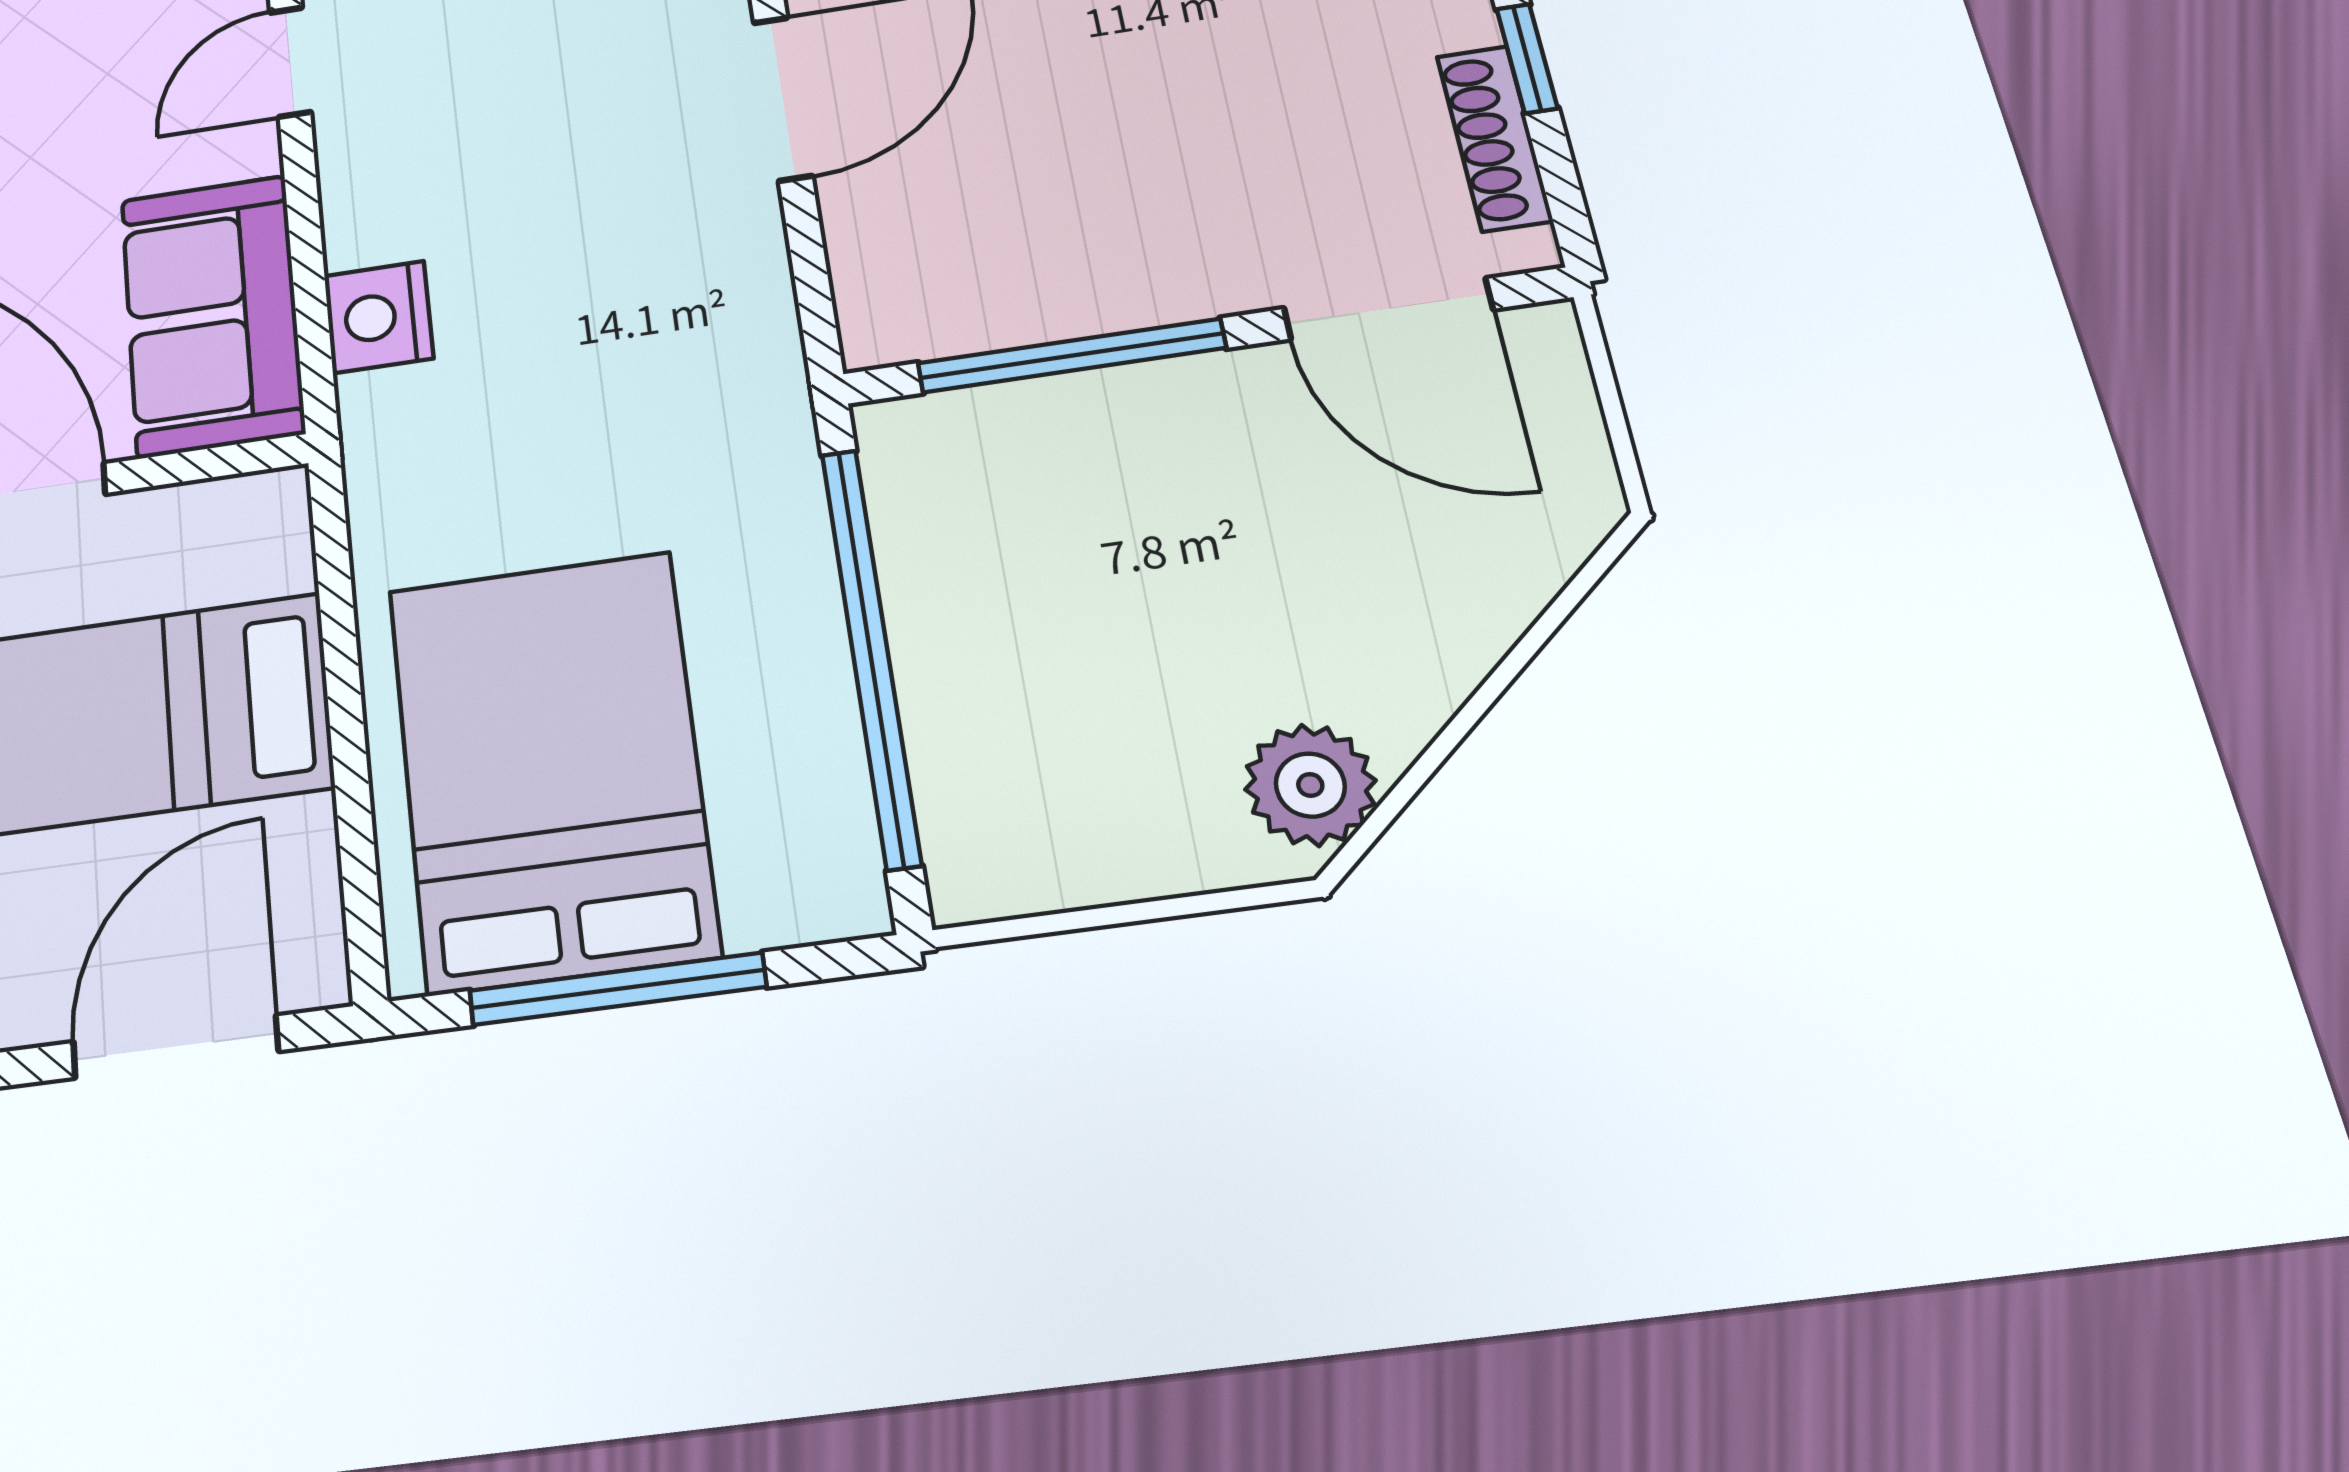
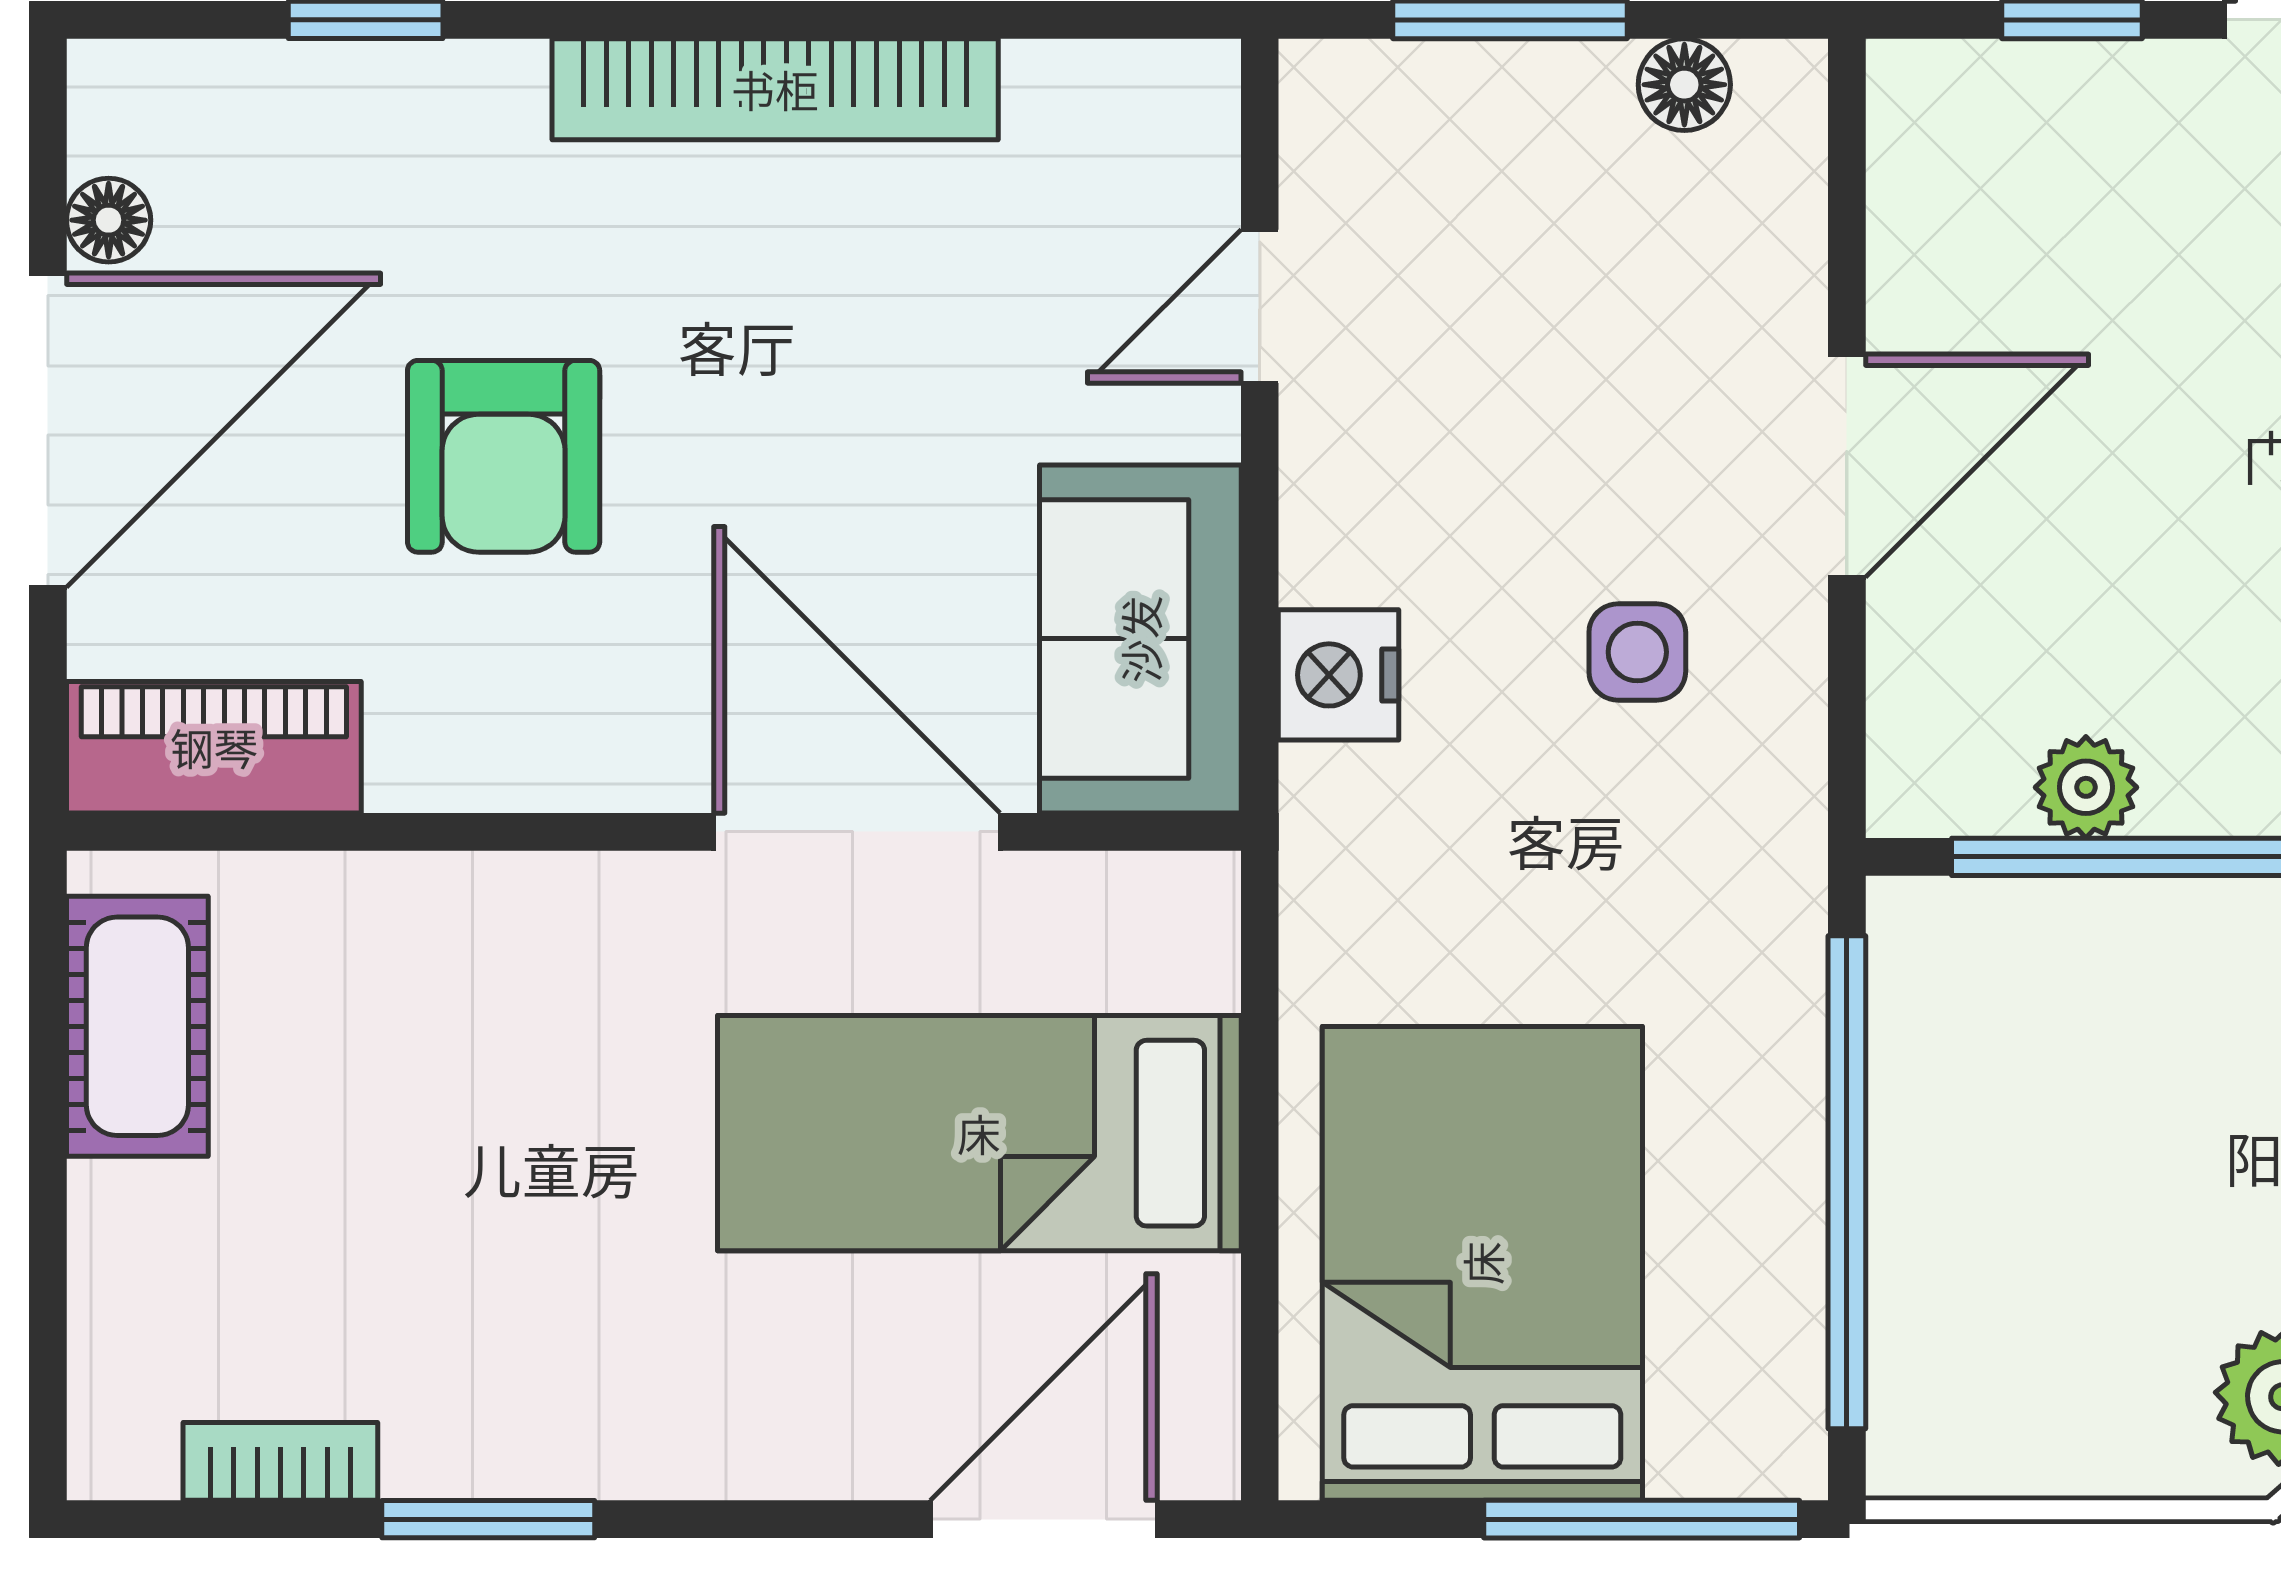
side table: (627, 262) -> (1637, 652), added
plant: (1029, 306) -> (2086, 787), added
window: (617, 989) -> (1642, 1519), moved

